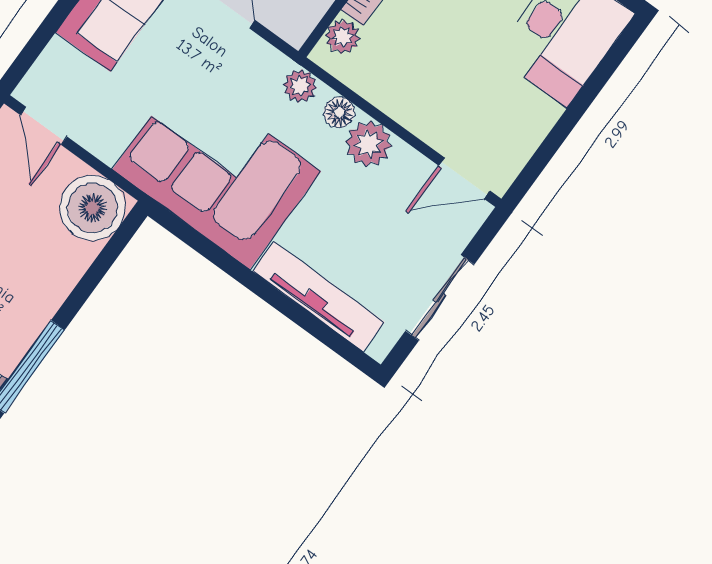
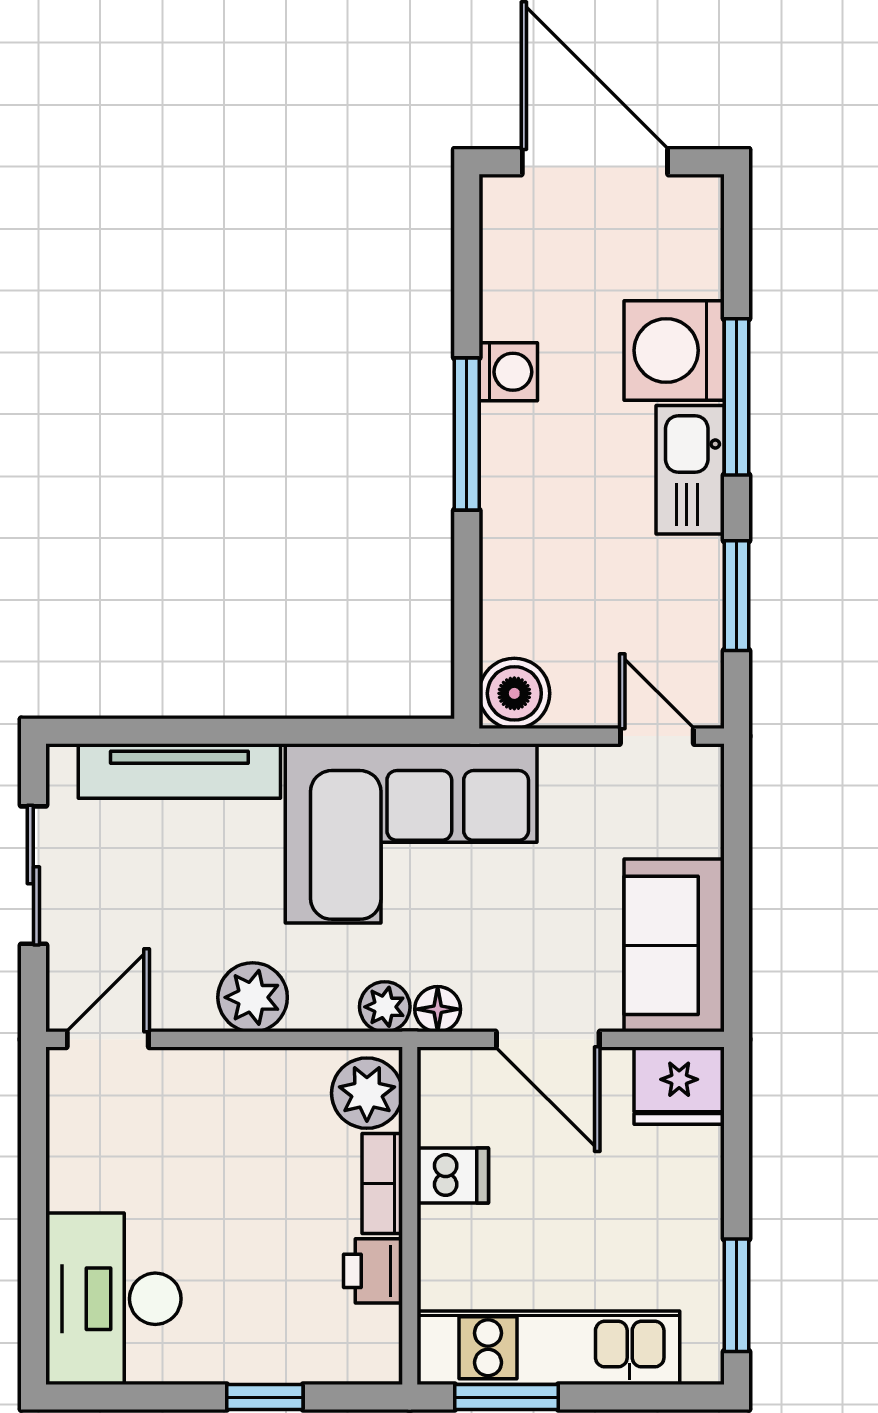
plant: (343, 37) -> (367, 1093), width x1.38, depth x1.38
floor lamp: (339, 112) -> (438, 1009), moved
boiler: (92, 208) -> (514, 693), width x0.73, depth x0.73

